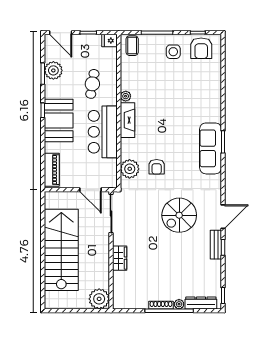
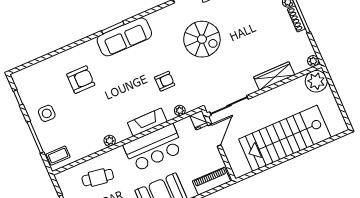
fridge: (110, 41) -> (199, 120), moved
armchair: (201, 48) -> (81, 80), moved
cafe table: (92, 84) -> (98, 178), moved
fireplace: (127, 120) -> (147, 122), moved
plant: (130, 169) -> (180, 111), width x0.53, depth x0.53
wardrobe: (120, 258) -> (274, 76), width x1.50
plant: (118, 304) -> (313, 61), added

